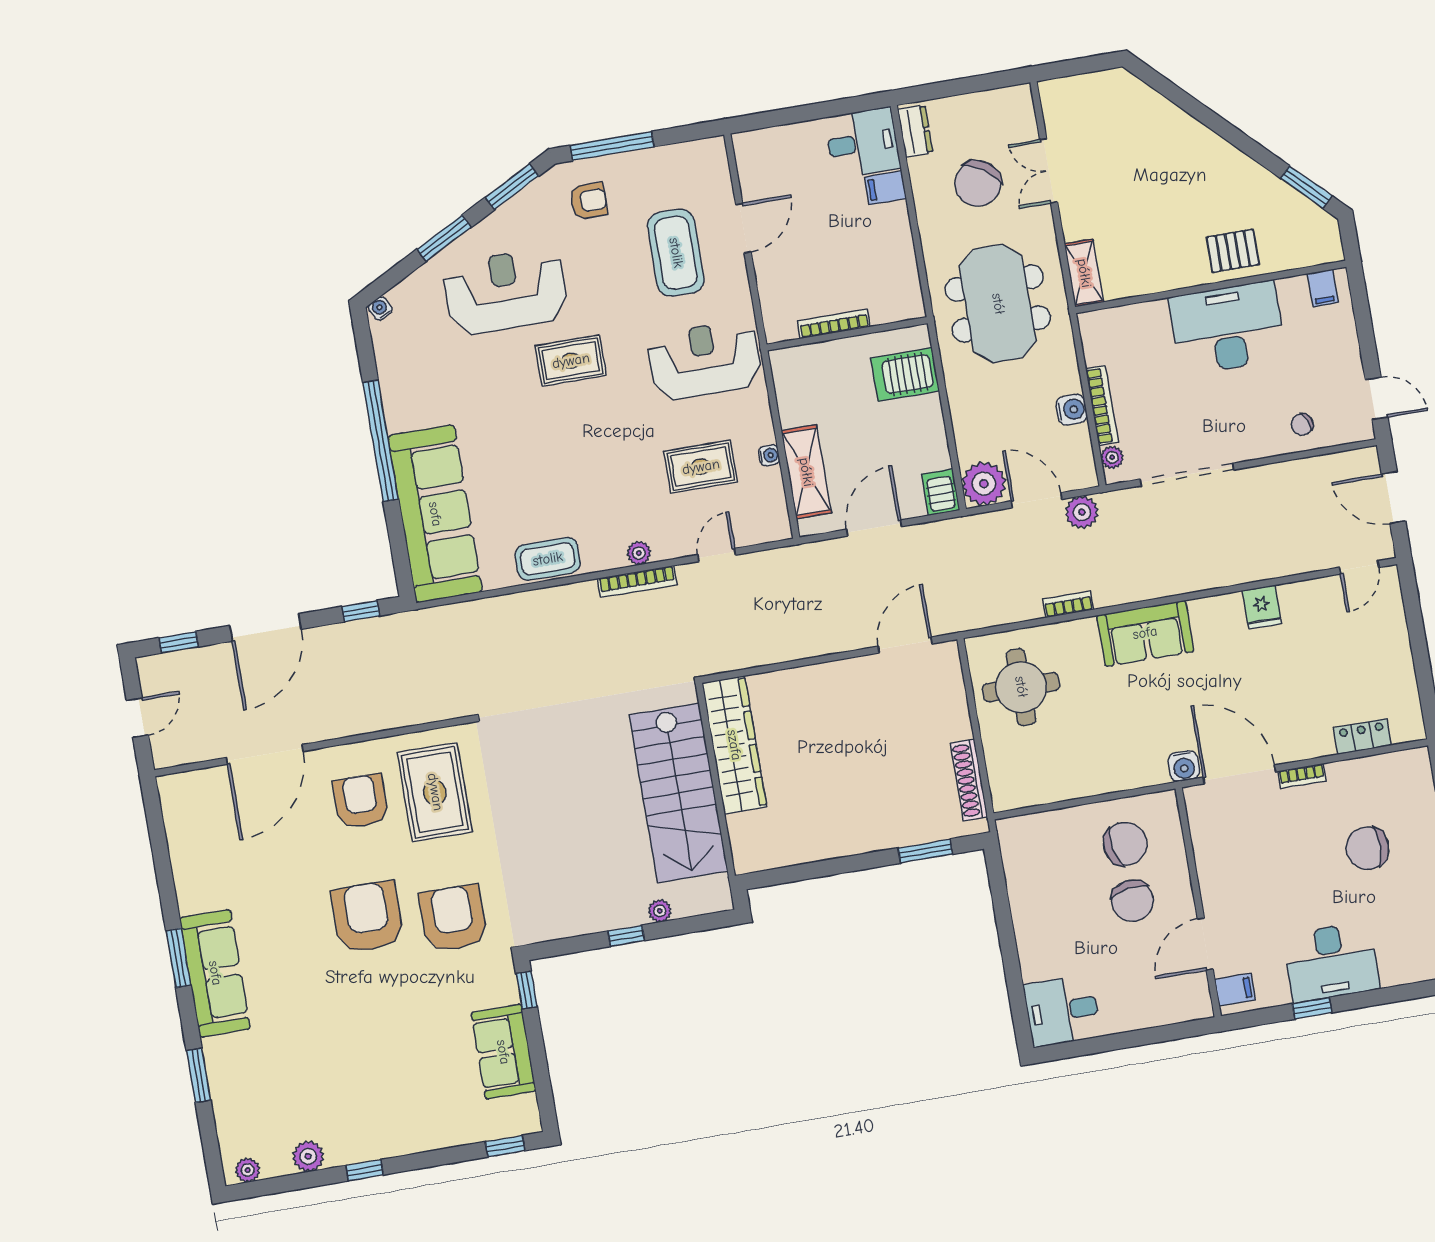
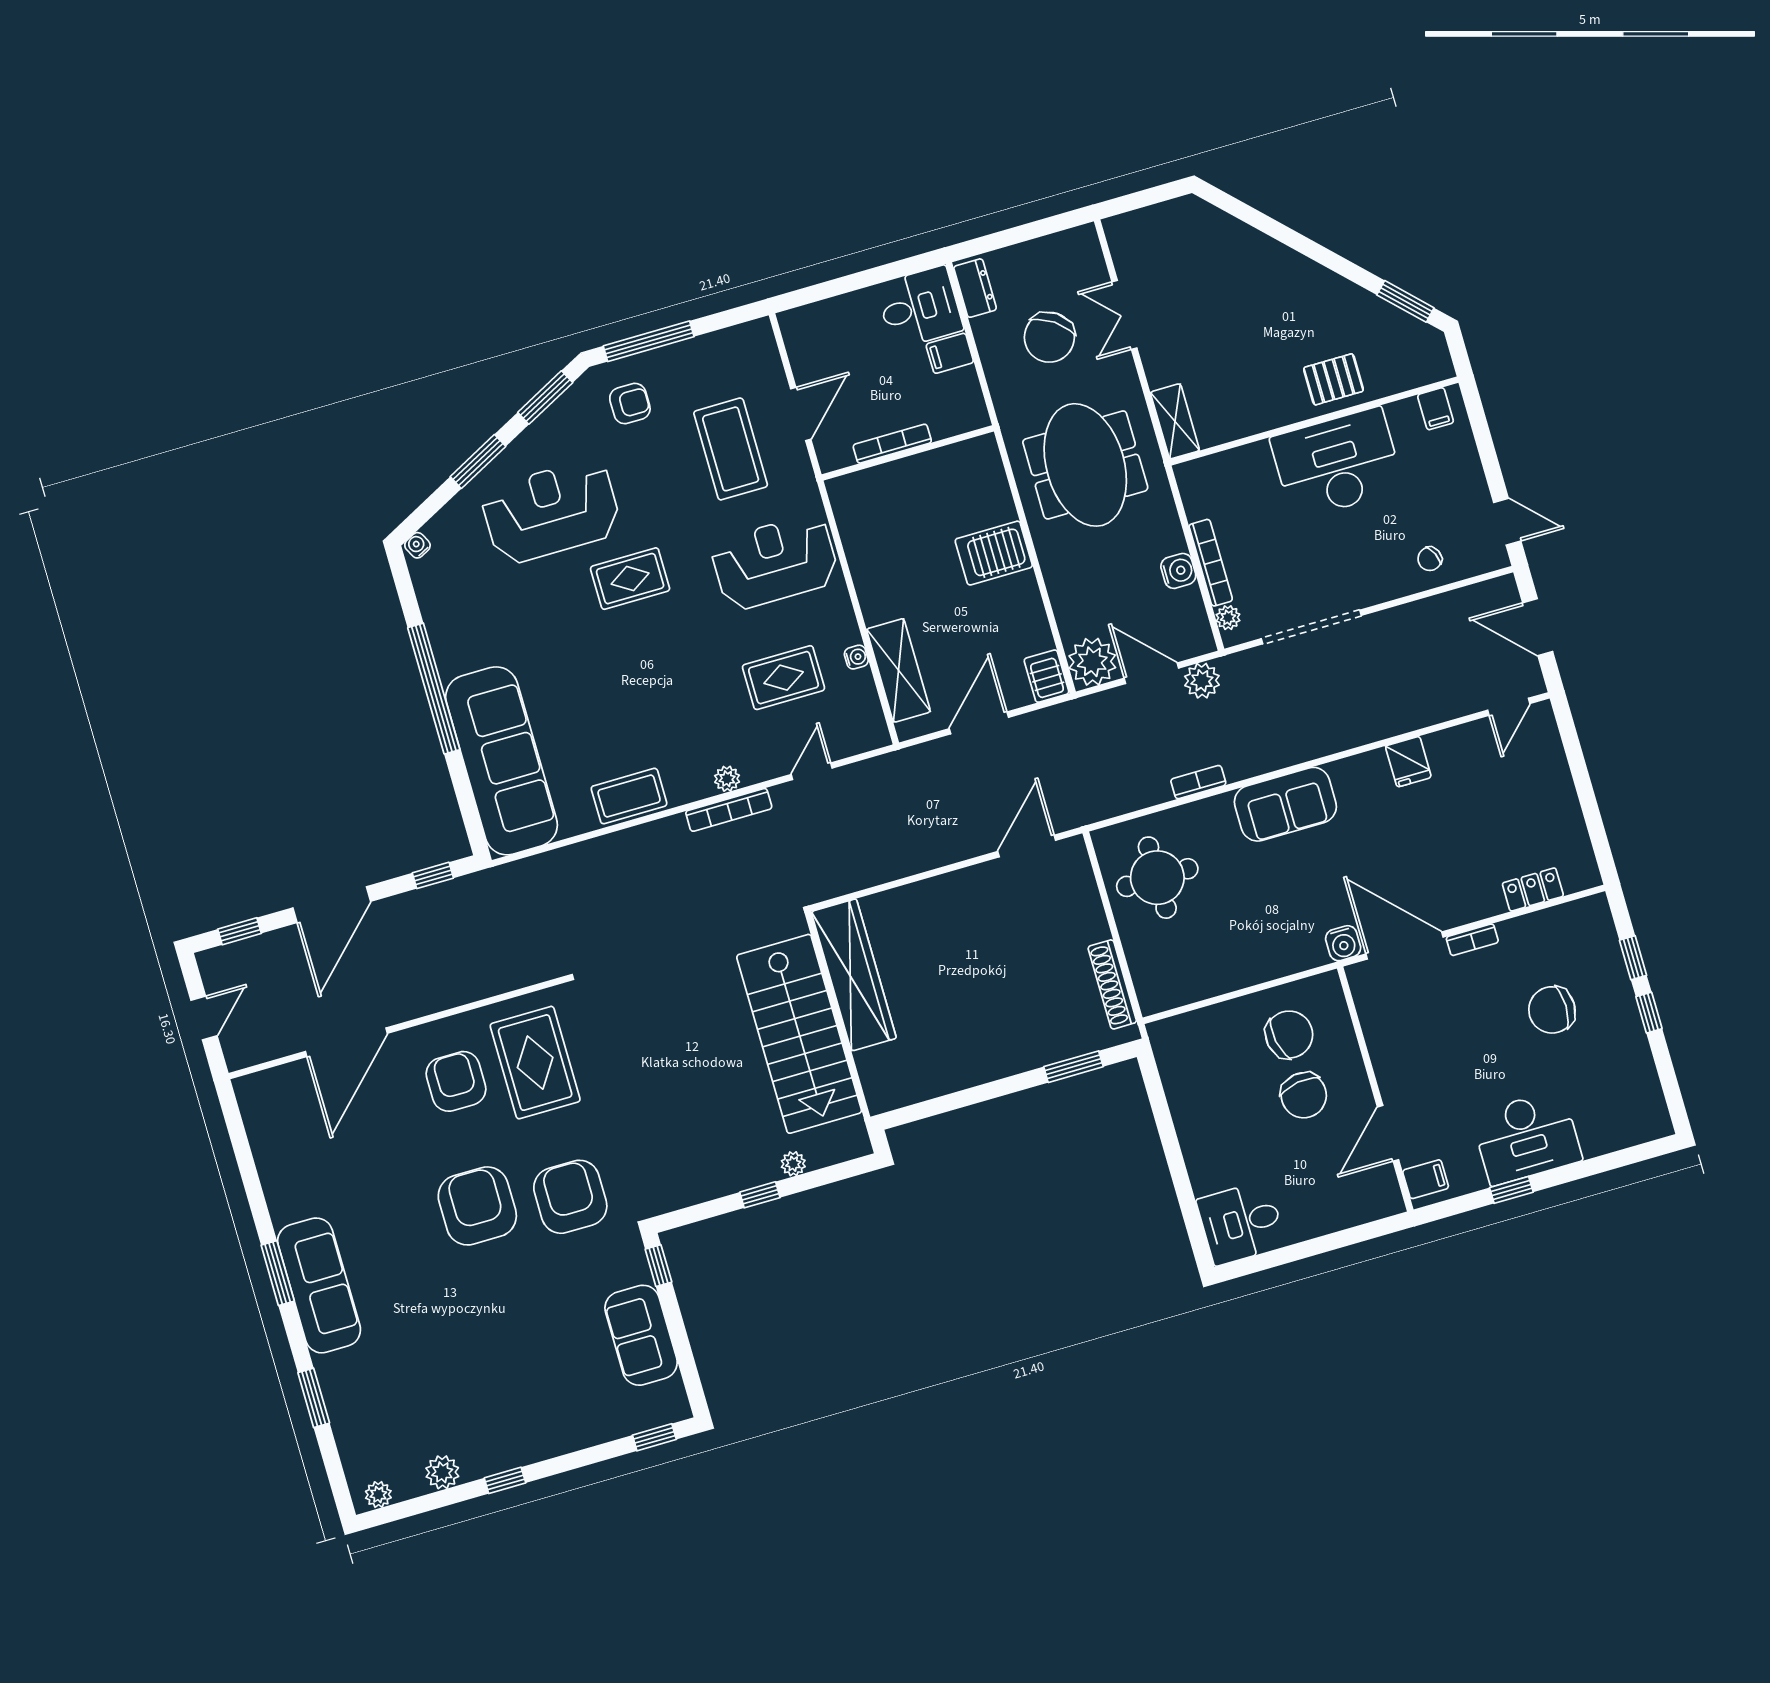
bookcase: (834, 324) -> (892, 444), moved
wall: (847, 334) -> (908, 453), moved

